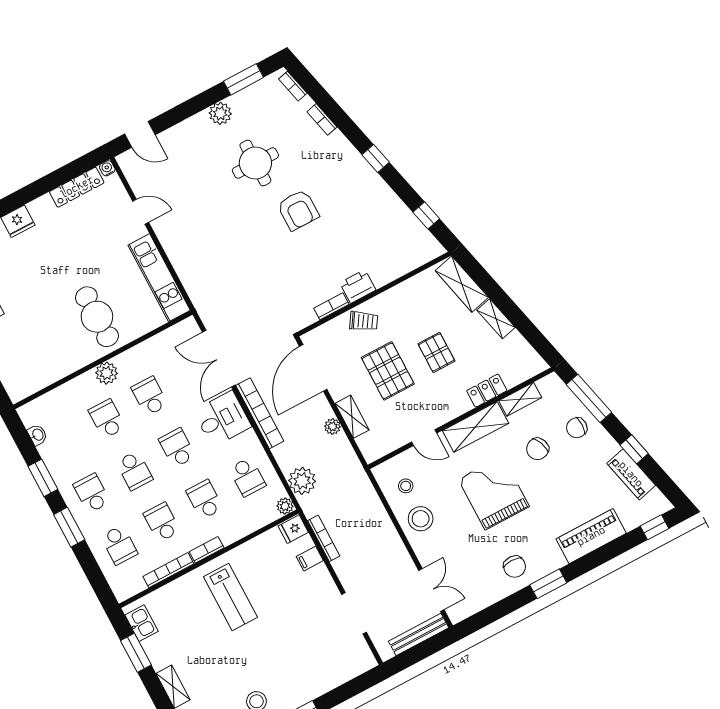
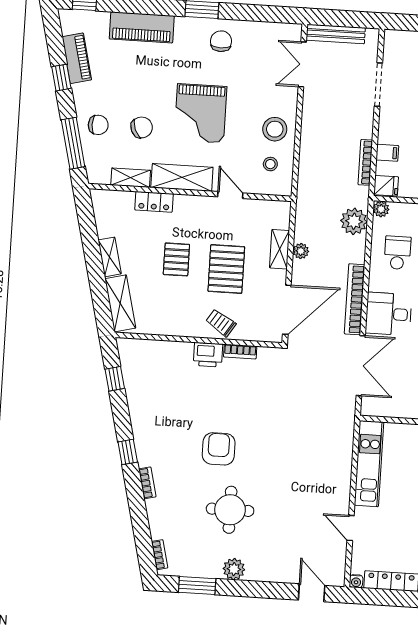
bookcase: (322, 119) -> (147, 483), moved

